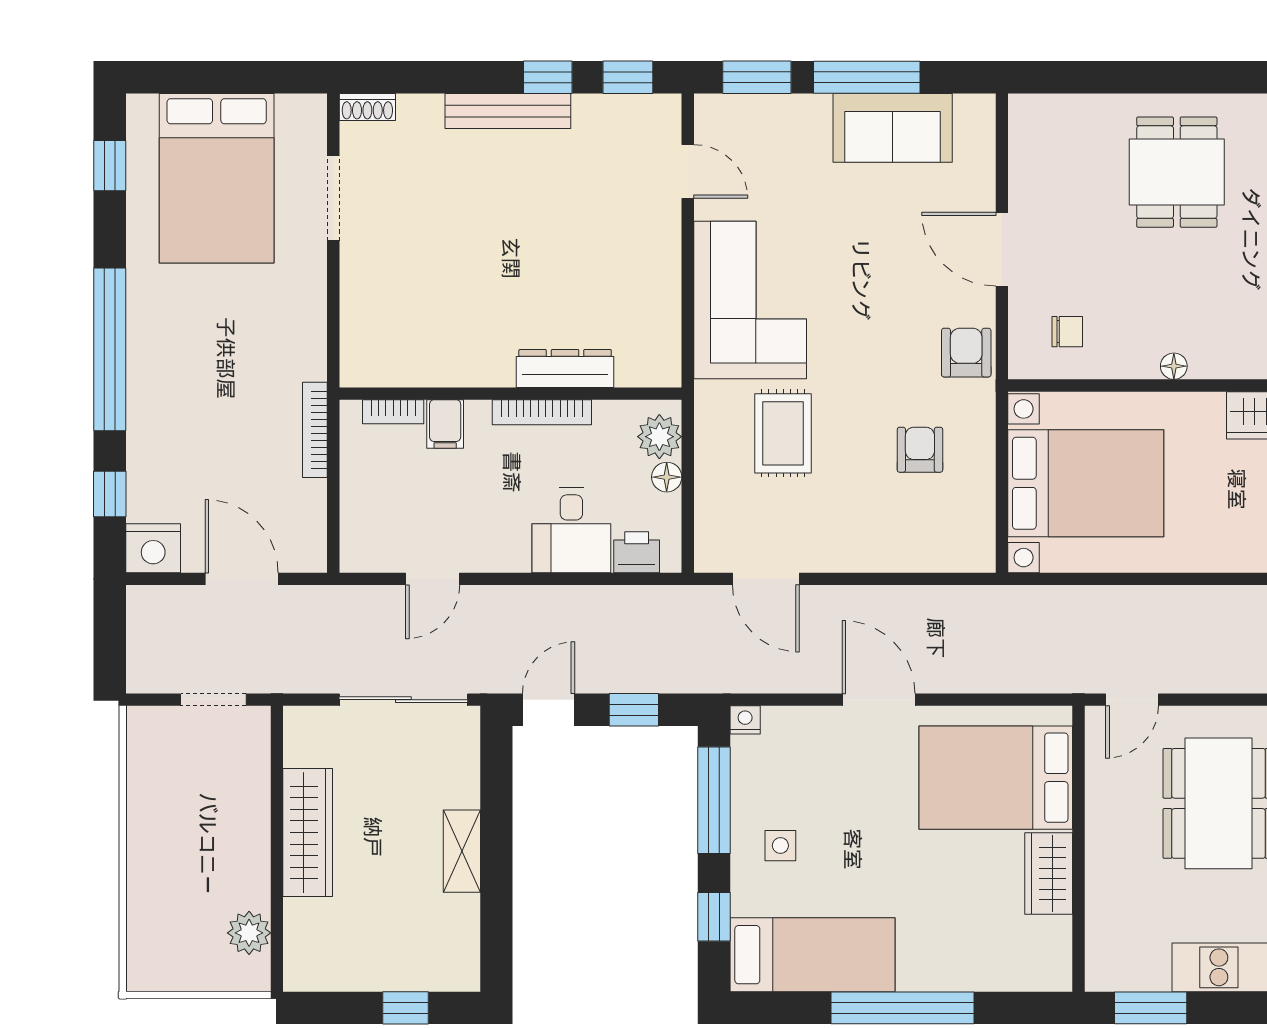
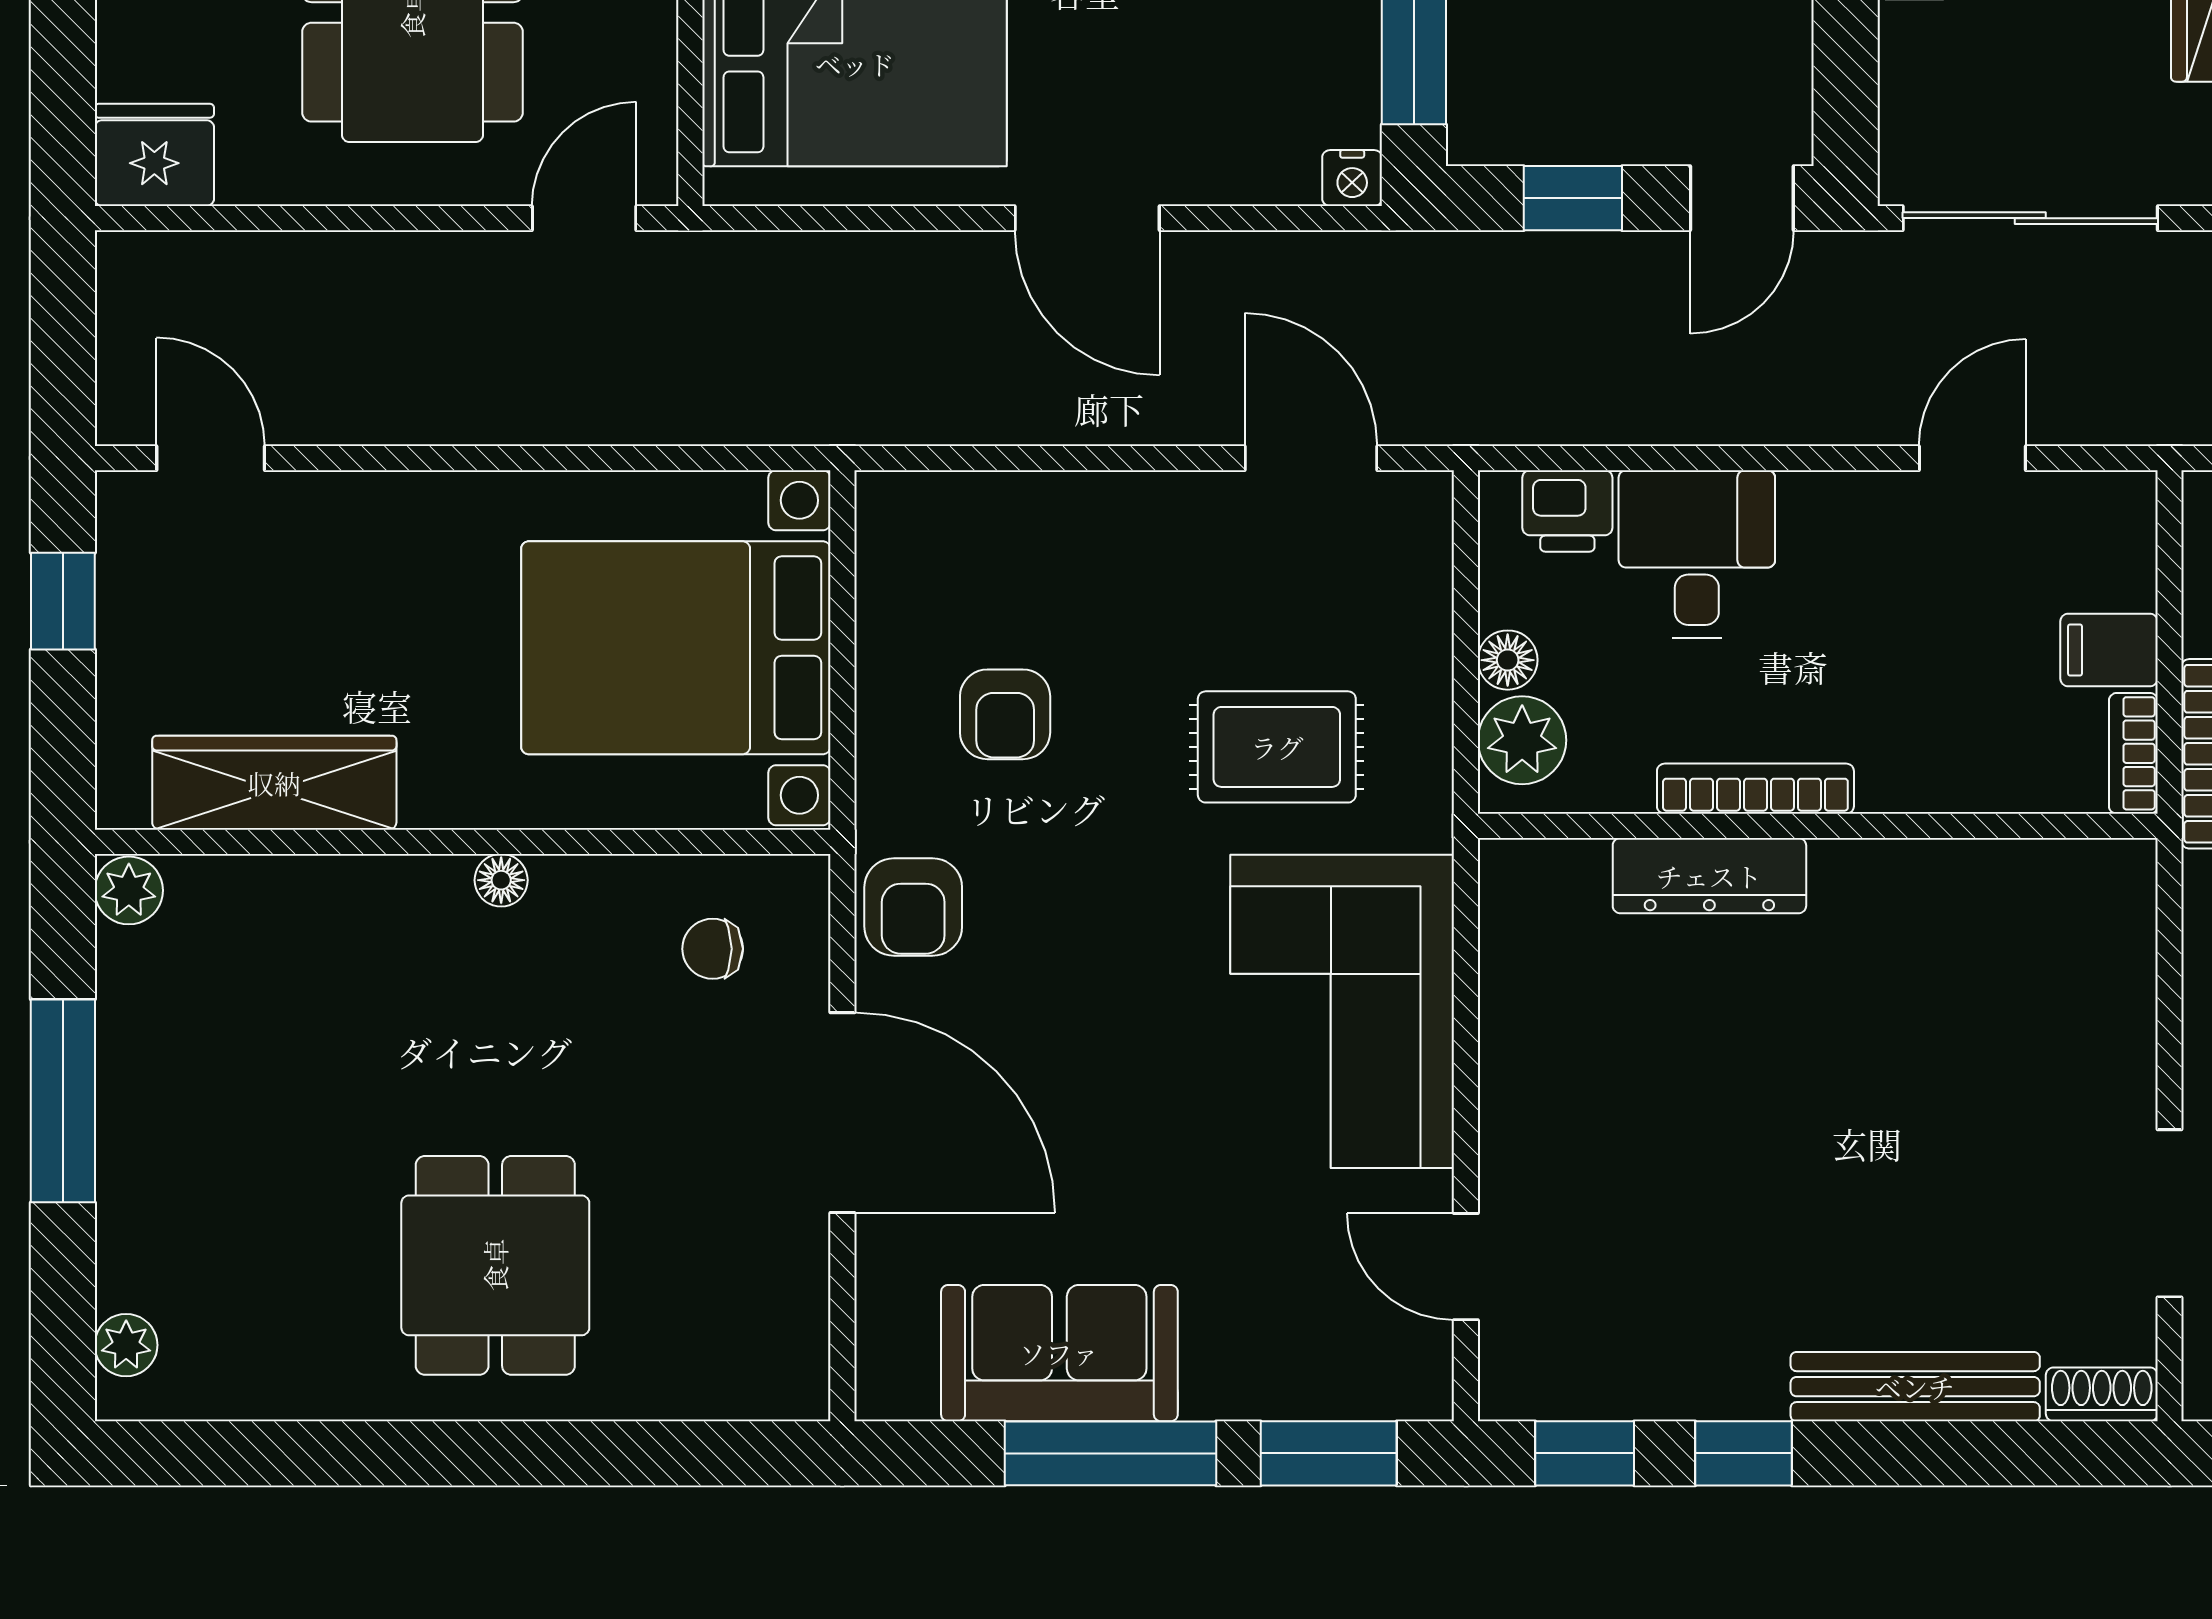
bench: (508, 111) -> (1915, 1387), moved
door: (1002, 249) -> (842, 1113), width x1.36
bookcase: (393, 412) -> (2133, 753), moved, turned -90
filing cabinet: (445, 424) -> (2109, 650), moved, turned -90
rug: (783, 433) -> (1277, 747), turned 90

